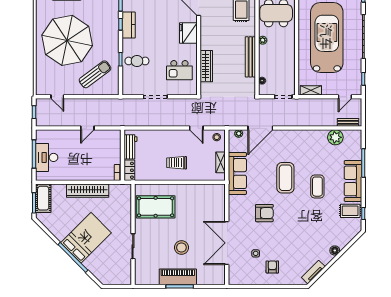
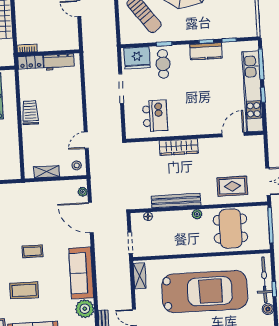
fridge: (188, 33) -> (137, 58), moved, turned 180
wardrobe: (206, 66) -> (179, 147), moved
kitchen island: (179, 70) -> (155, 116), turned 180
trolley: (177, 163) -> (30, 113), moved
sofa: (237, 173) -> (81, 273), moved, turned 90
coffee table: (285, 178) -> (32, 251), width x0.54, depth x0.58

